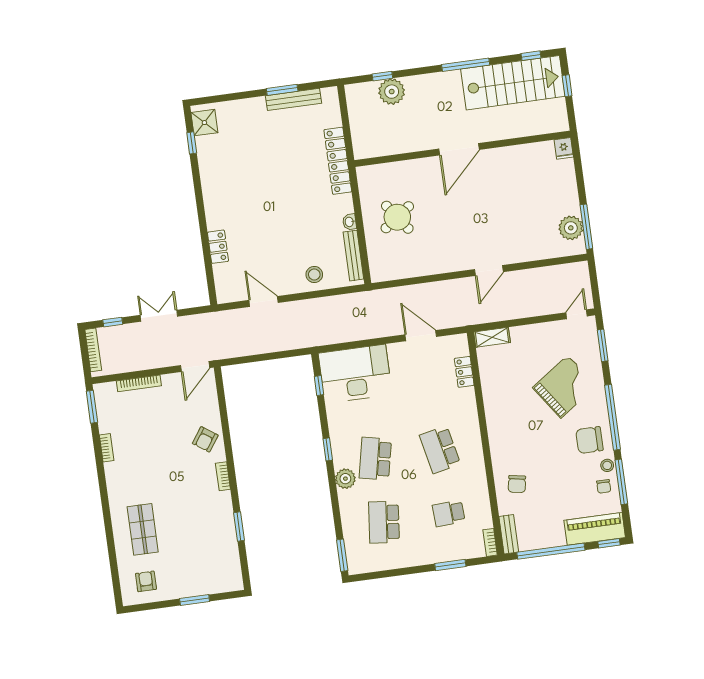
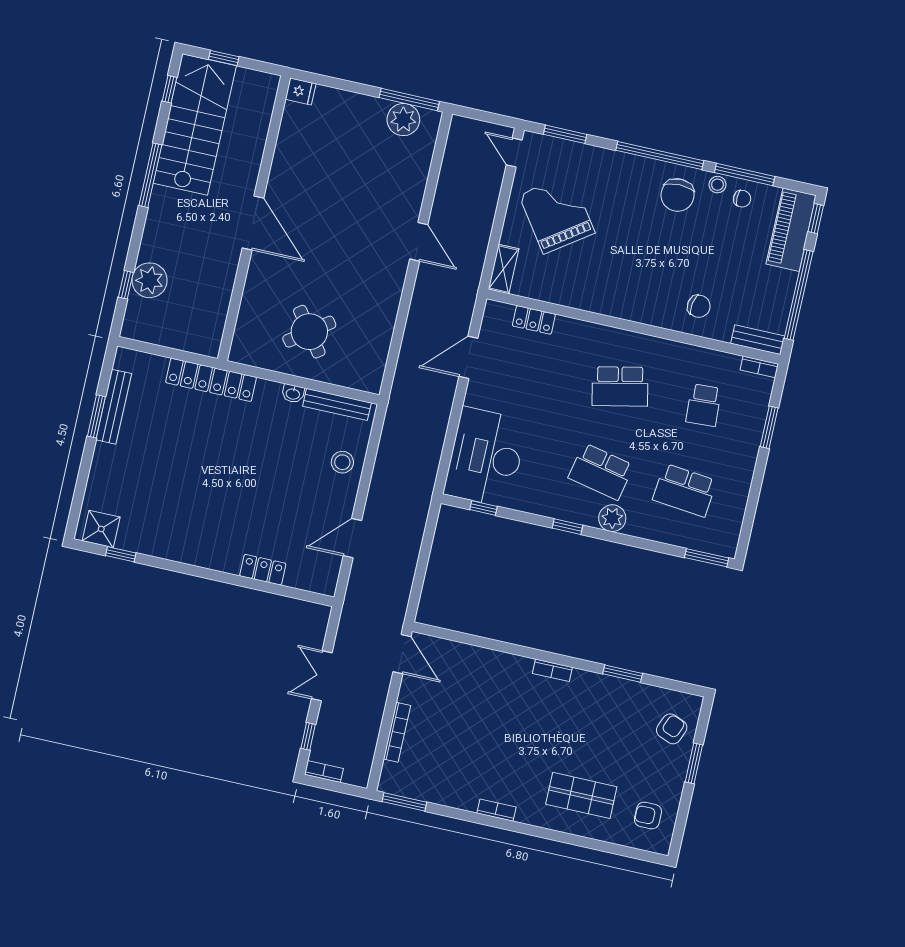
bookcase: (93, 350) -> (324, 772), width x0.64
grand piano: (564, 387) -> (557, 214), moved
armchair: (205, 439) -> (672, 729), moved, turned -103
bookcase: (107, 448) -> (496, 810), moved

